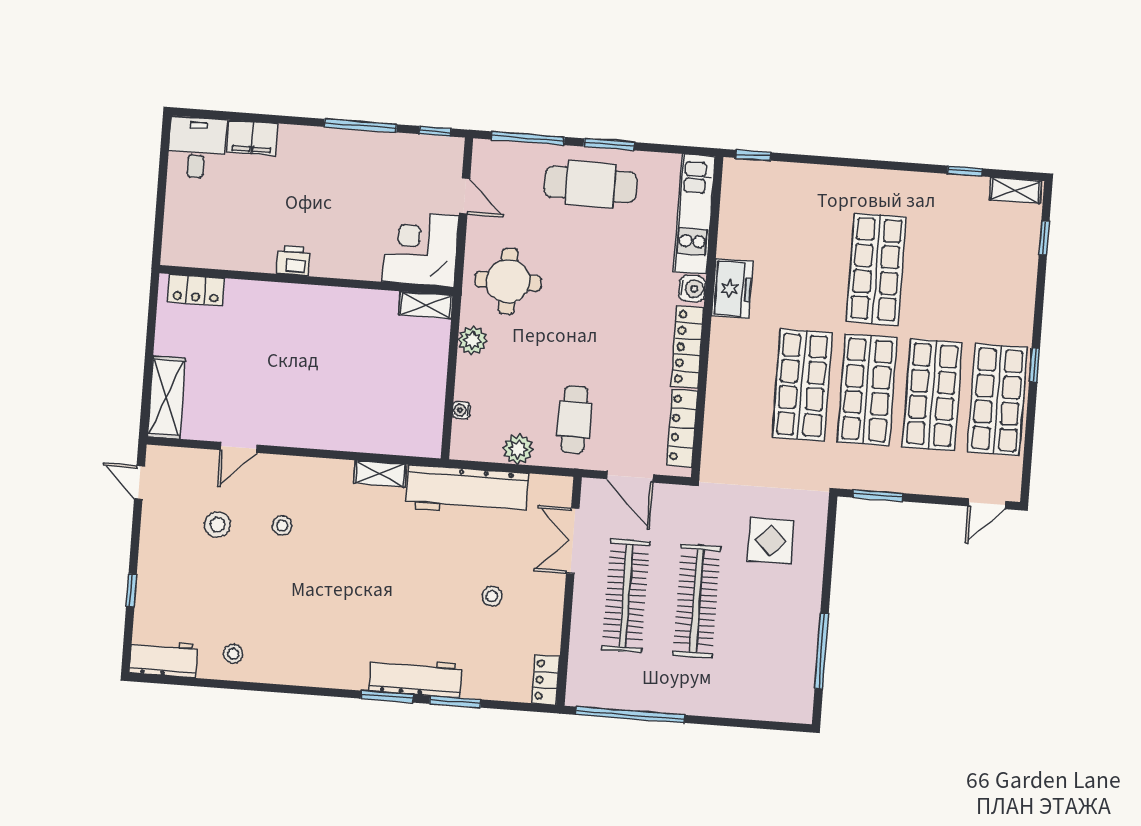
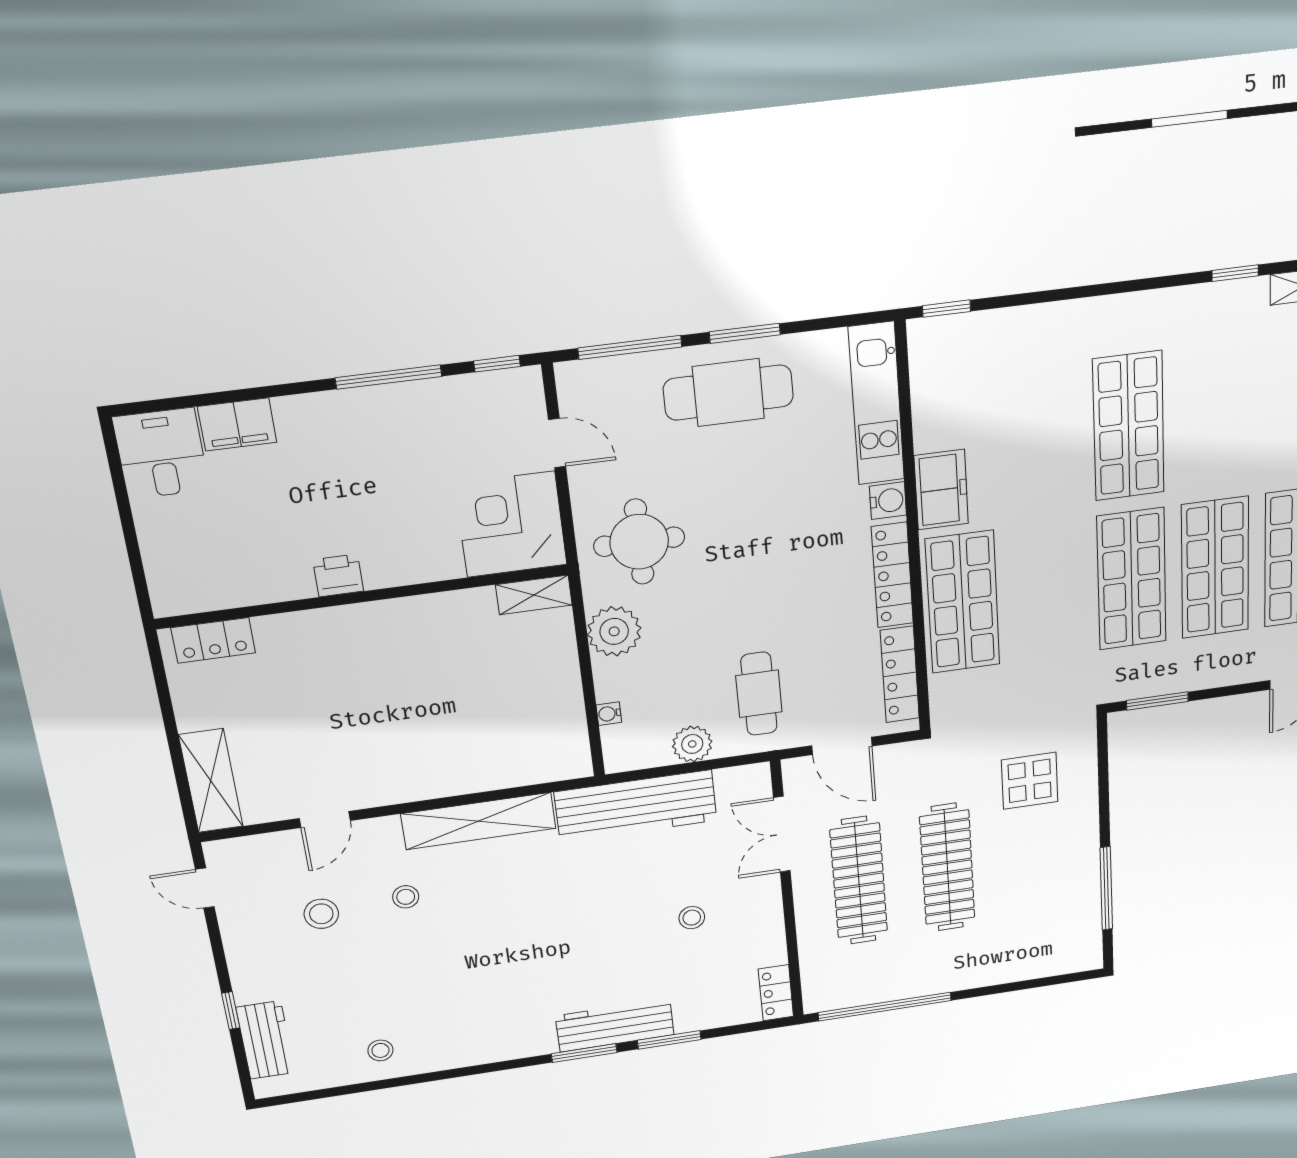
plant: (473, 340) -> (614, 631), width x1.36, depth x1.36
shop shelf: (802, 385) -> (963, 602), moved
shelving: (380, 474) -> (479, 821), width x2.20, depth x1.33
workbench: (164, 658) -> (265, 1040), moved, turned 90

